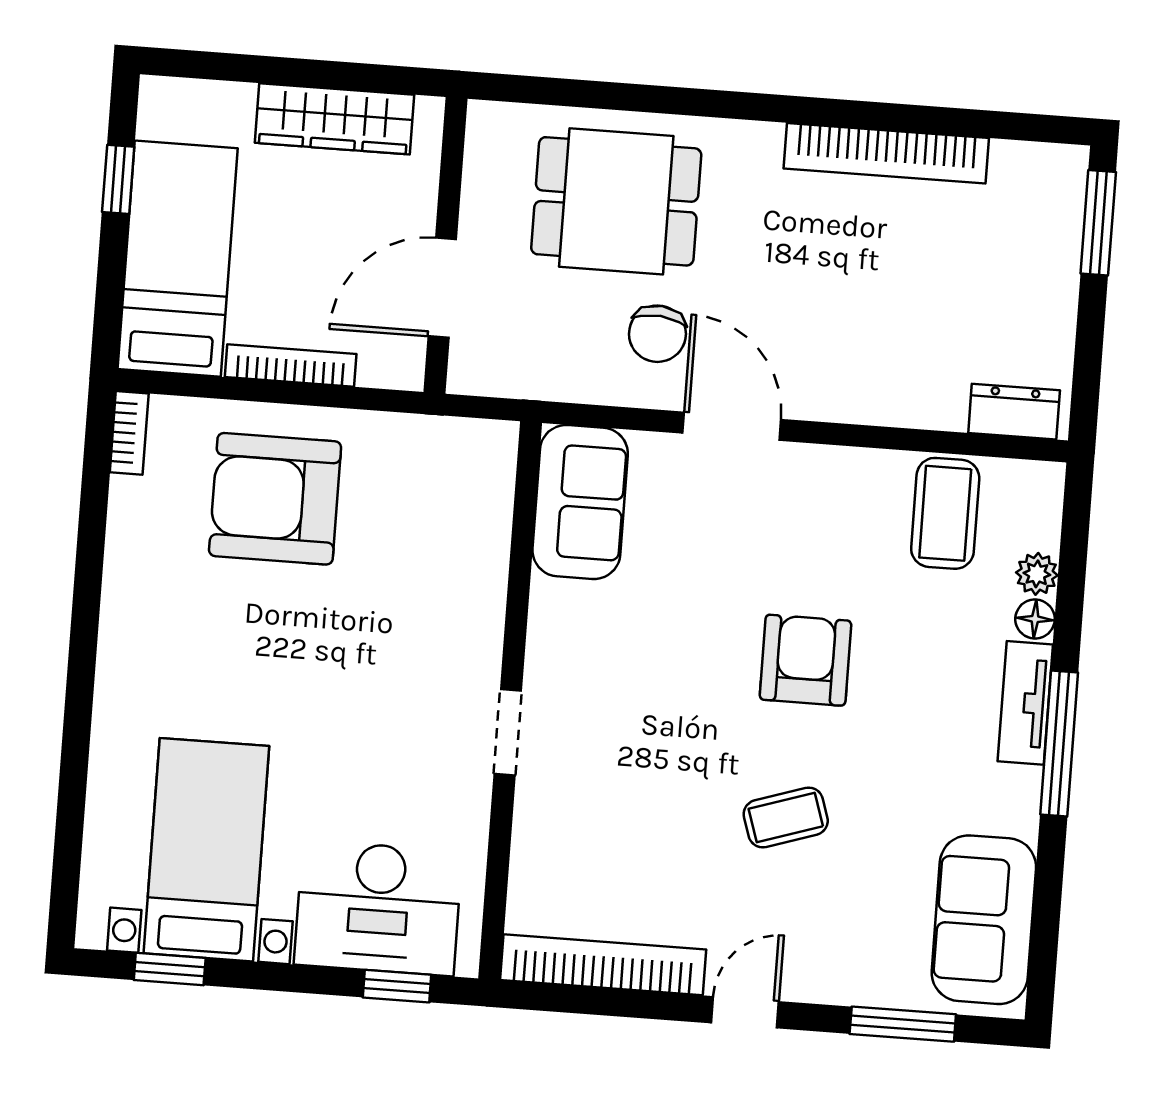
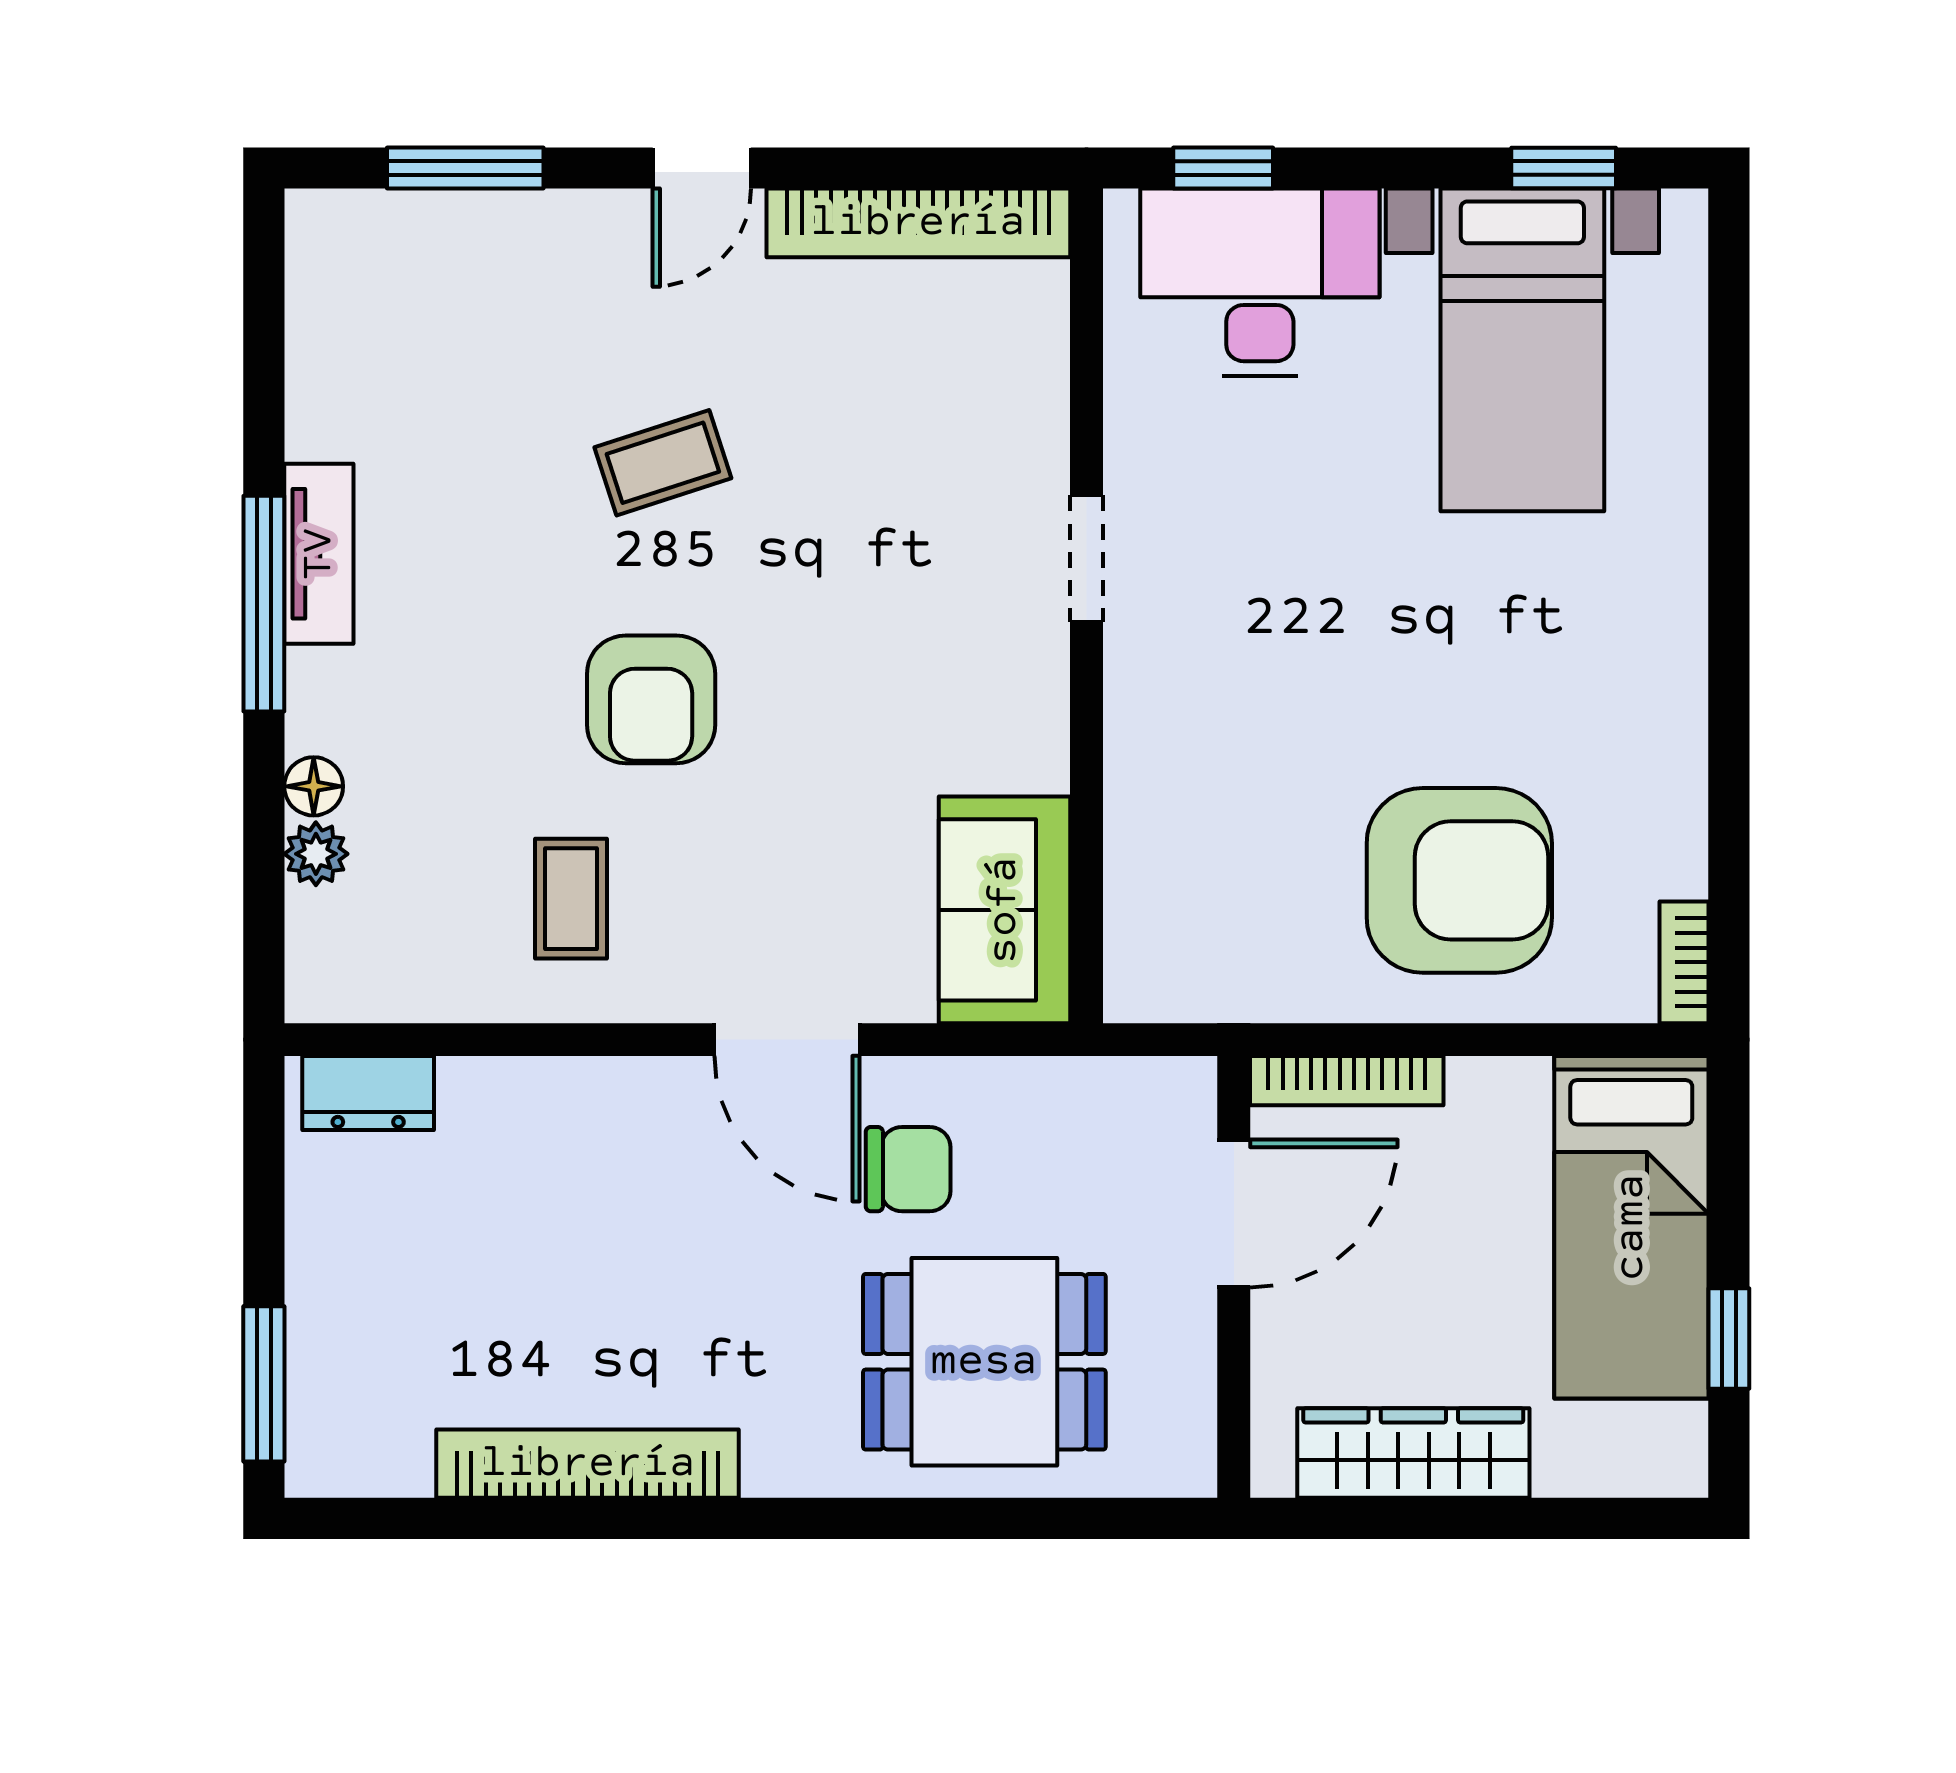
chair: (657, 334) -> (908, 1169), turned 85
bookcase: (291, 365) -> (1347, 1081), moved
coffee table: (945, 513) -> (571, 899), moved, width x0.73, depth x0.77
tv unit: (1025, 703) -> (319, 554), moved
sofa: (984, 920) -> (356, 333), removed

